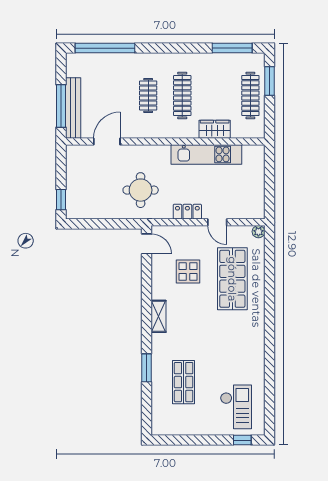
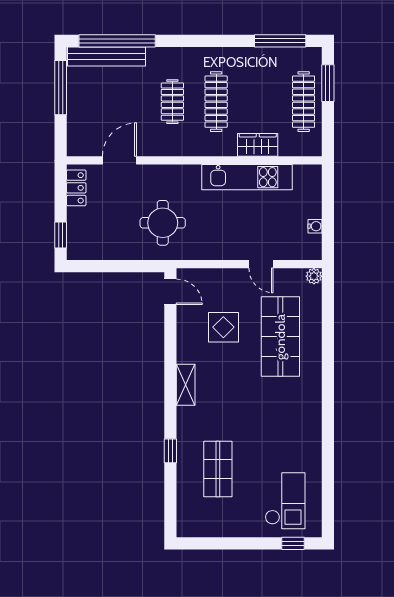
window: (61, 106) -> (61, 88), moved
bench: (73, 108) -> (106, 56), moved, turned 90
water cooler: (259, 193) -> (315, 226), added
locker: (187, 212) -> (76, 188), moved, turned 90
window: (147, 368) -> (170, 451), width x0.67

